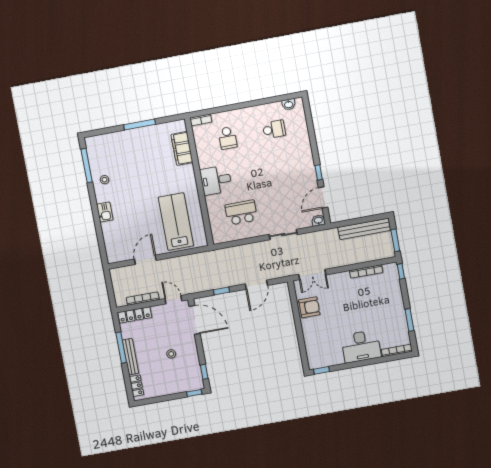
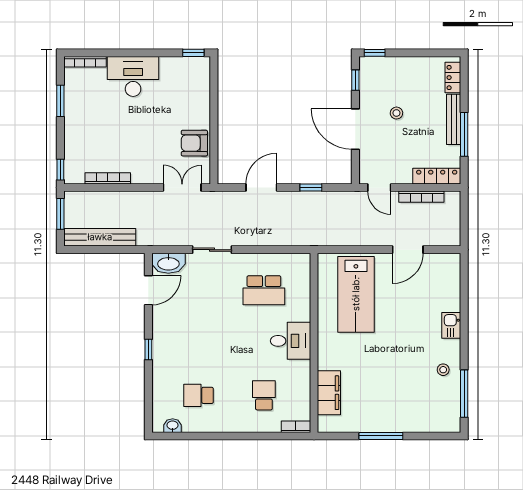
window: (319, 172) -> (148, 350), moved
washbasin: (318, 220) -> (168, 263), width x1.91, depth x1.45
door: (195, 320) -> (355, 129), moved

